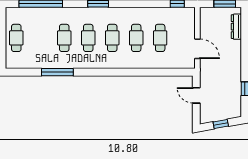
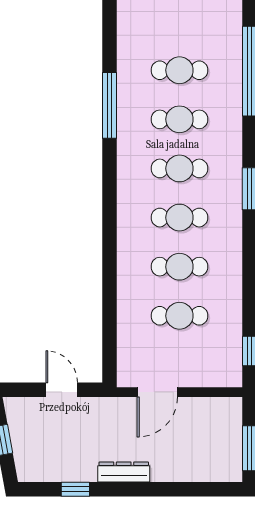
dresser: (236, 27) -> (124, 472), moved
cafe table: (16, 38) -> (179, 70), moved
door: (196, 95) -> (62, 390), hinge flipped

